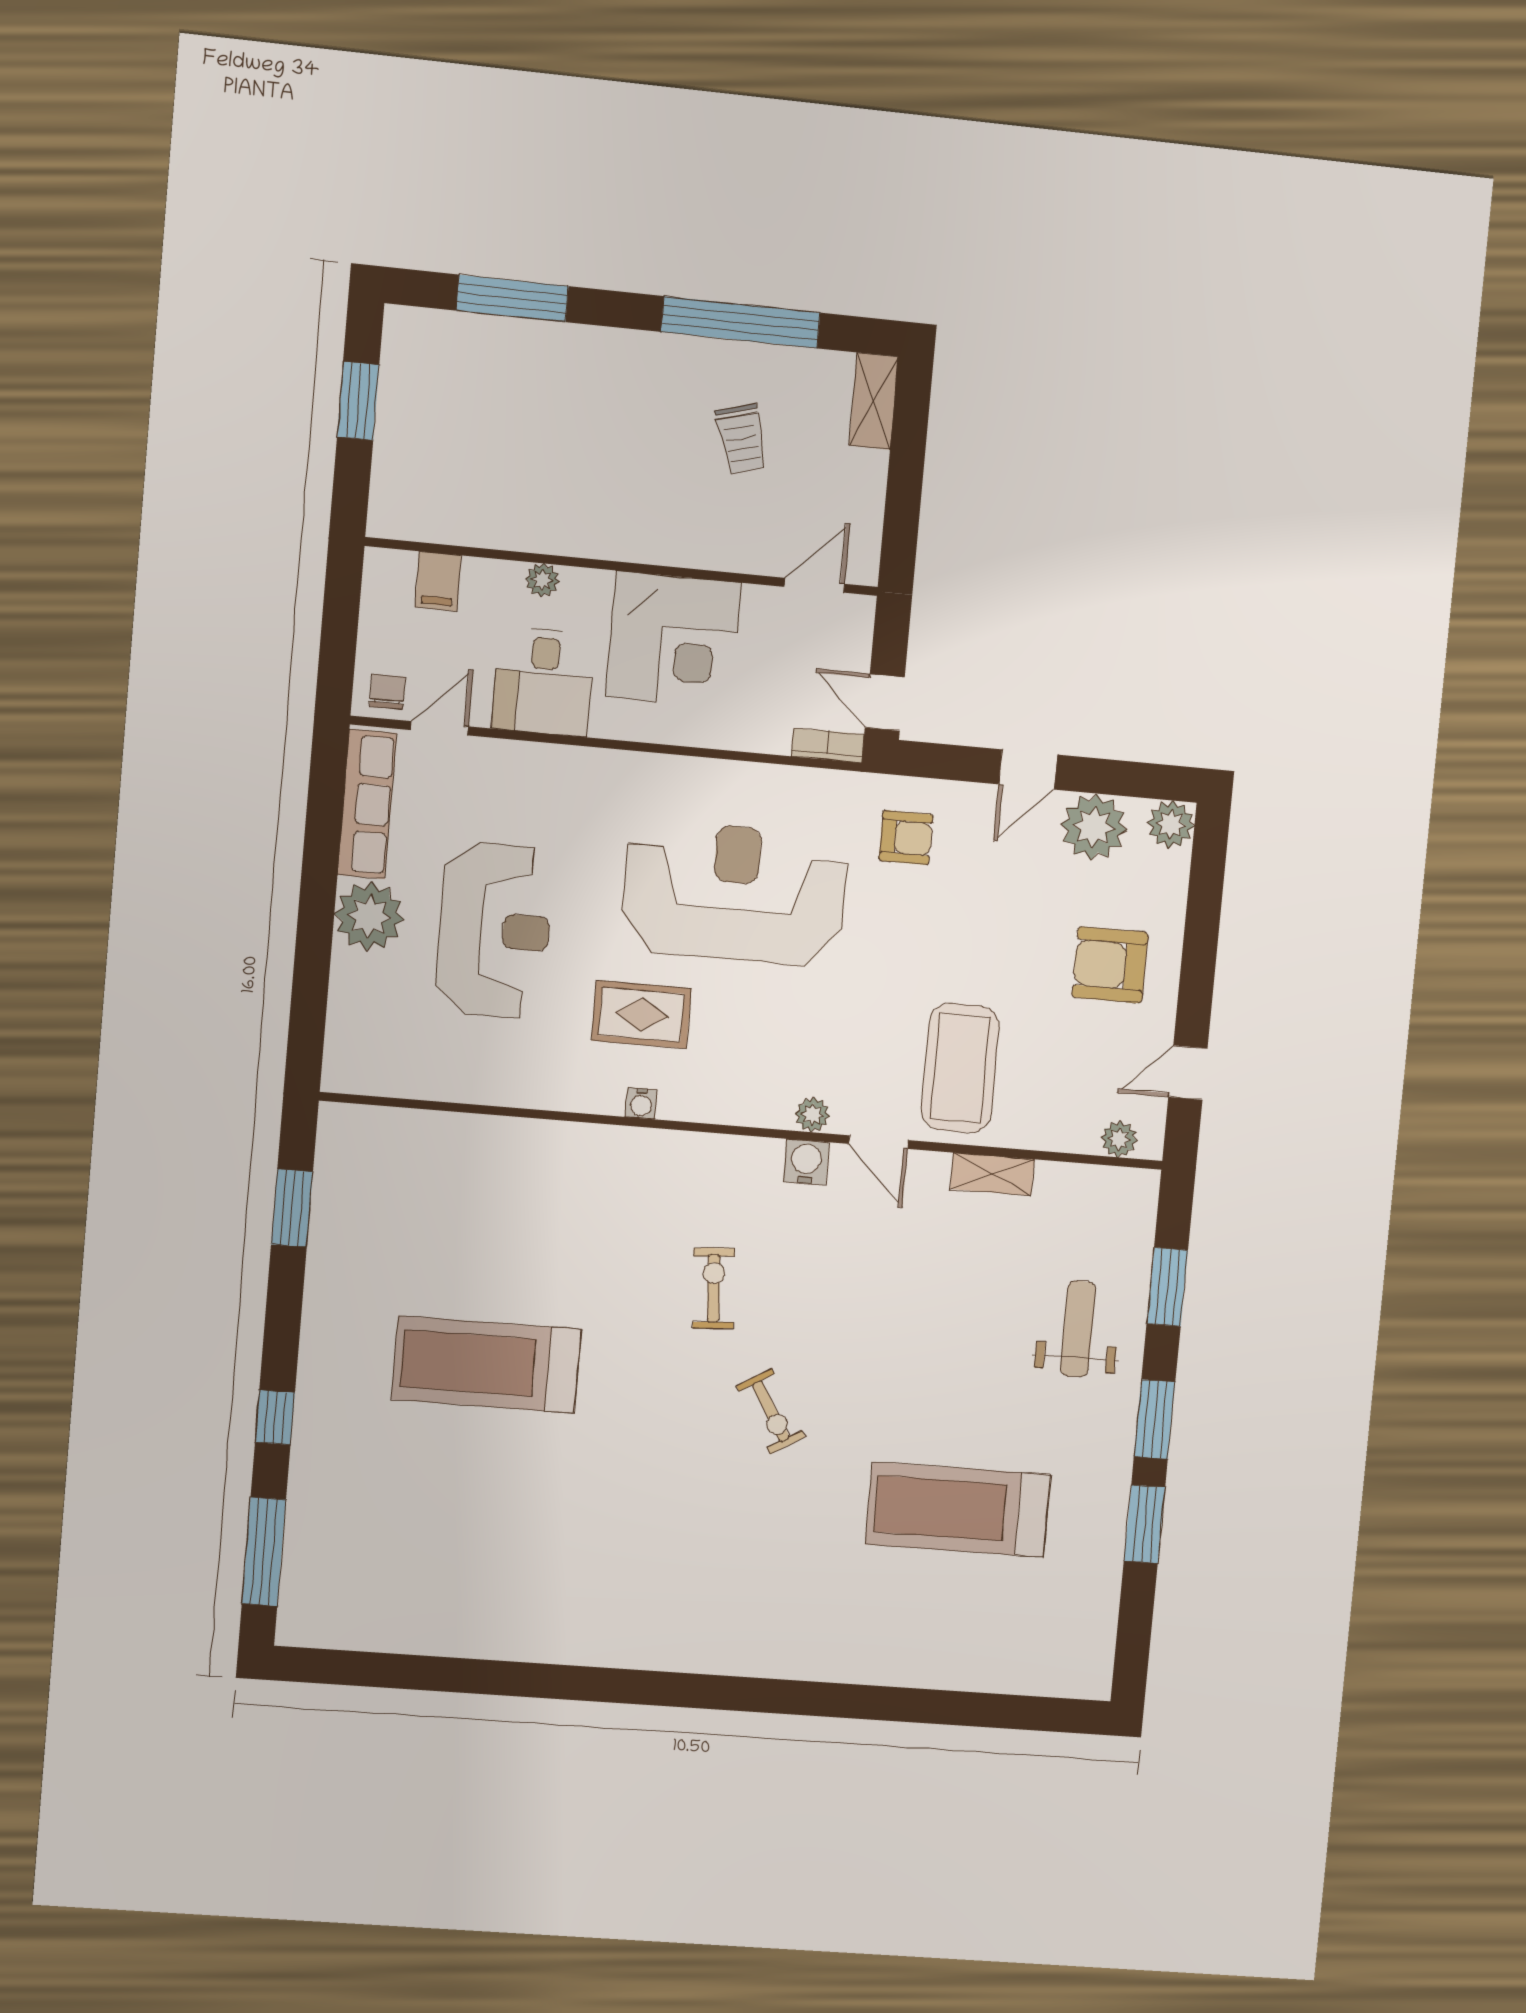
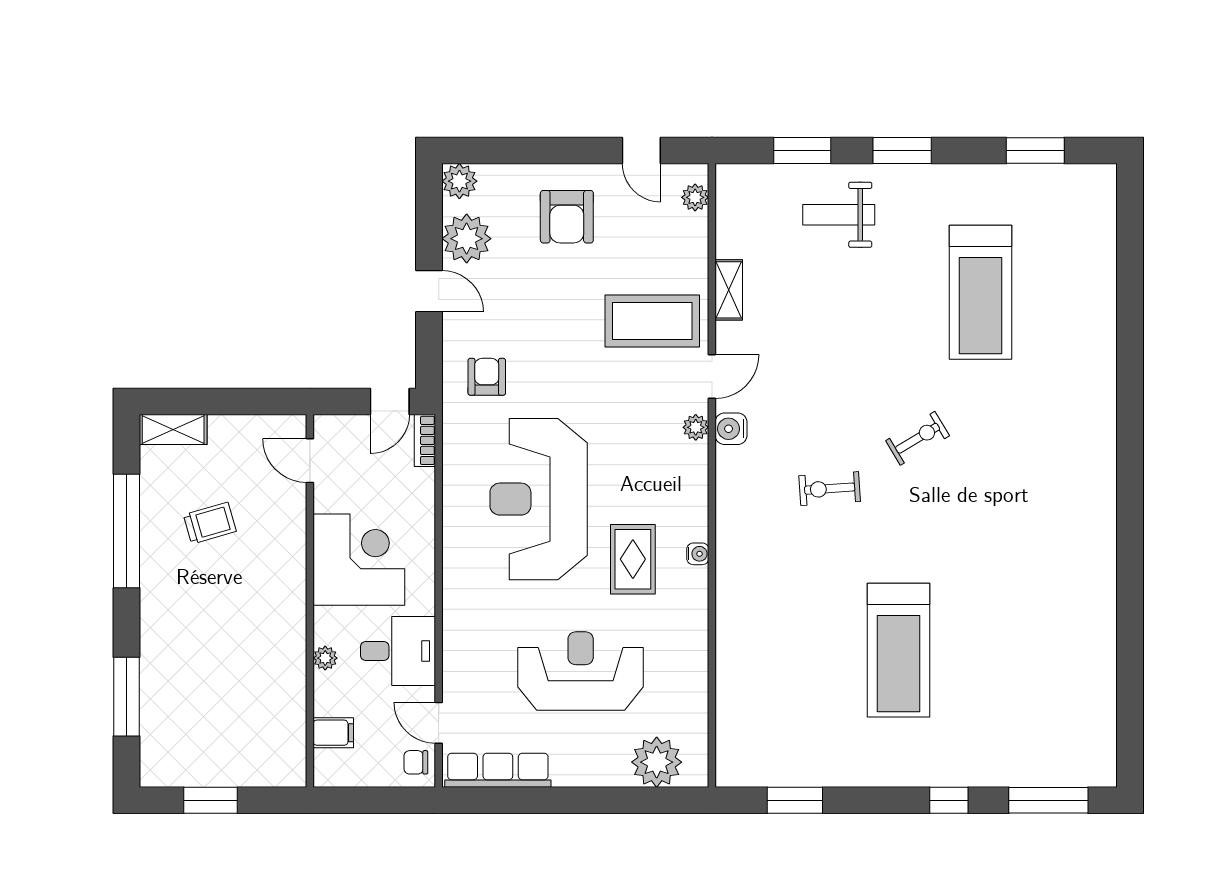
plant: (369, 916) -> (657, 762), moved
window: (1145, 1524) -> (1035, 151), moved

